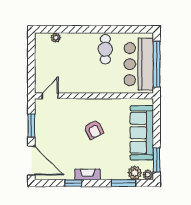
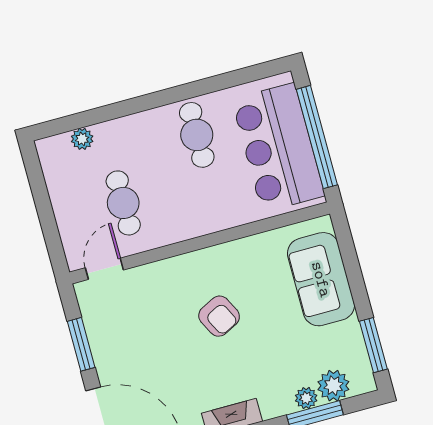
cafe table: (66, 70) -> (123, 203), added
sofa: (142, 133) -> (321, 279), width x0.73
plant: (148, 175) -> (306, 398), moved

